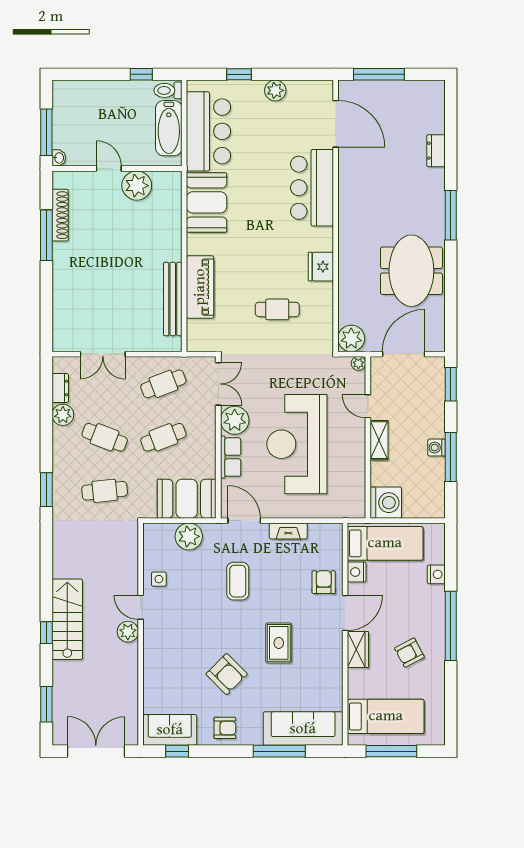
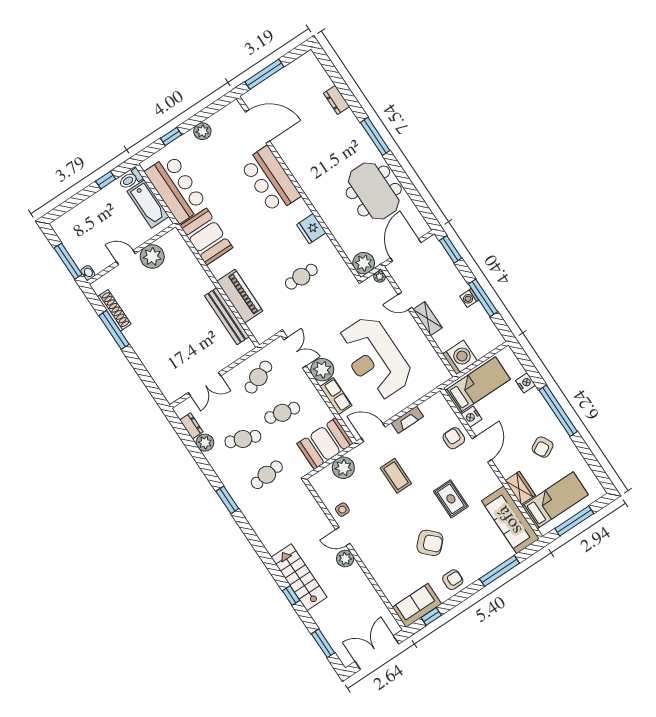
cafe table: (163, 437) -> (282, 413), turned 33
wardrobe: (358, 650) -> (520, 488), moved
sofa: (303, 729) -> (510, 520), moved, turned -90

